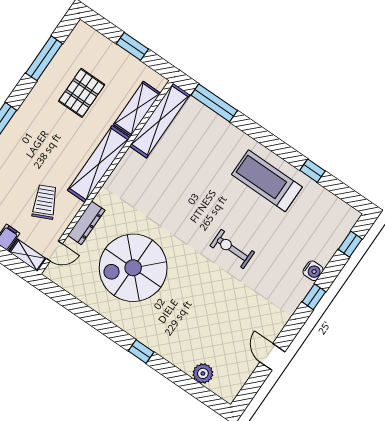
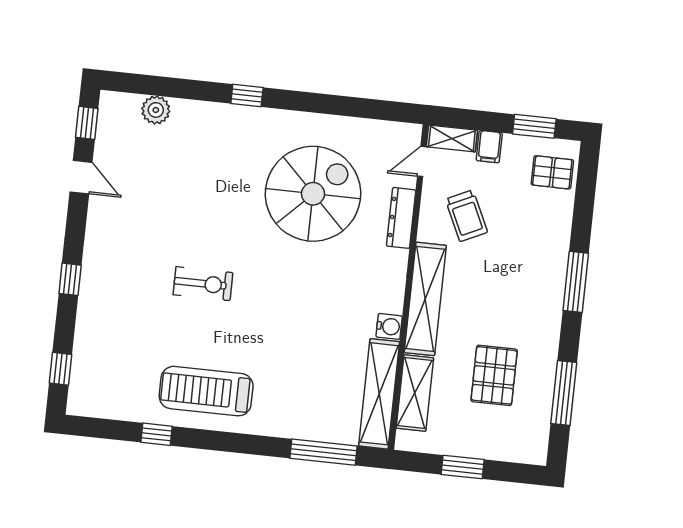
treadmill: (267, 181) -> (206, 391), turned 180
water cooler: (313, 271) -> (389, 326), moved, turned 180
window: (250, 389) -> (87, 123), added

